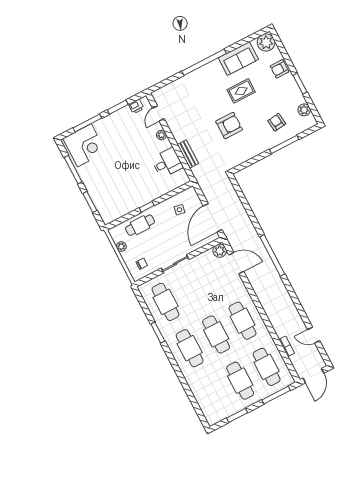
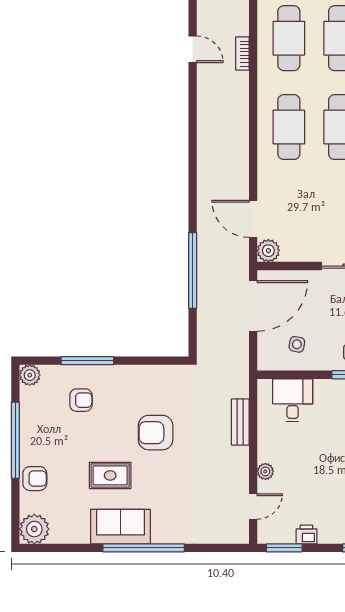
sofa: (238, 58) -> (120, 527), moved
window: (300, 84) -> (15, 440), width x2.11
printer: (136, 106) -> (306, 535), moved
window: (118, 107) -> (284, 548), moved
plant: (304, 110) -> (30, 375), moved
armchair: (277, 122) -> (81, 400), turned -83
desk: (167, 163) -> (293, 400), moved, turned 90
window: (272, 255) -> (193, 270), moved

